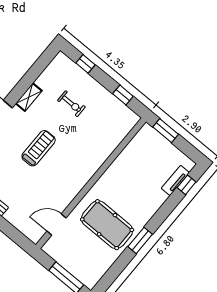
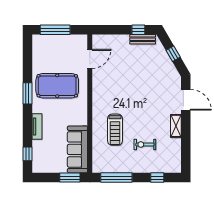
window: (123, 95) -> (116, 178), width x2.17
treadmill: (39, 148) -> (115, 130), moved
sofa: (137, 151) -> (77, 149), added
tv unit: (175, 180) -> (37, 127), moved

